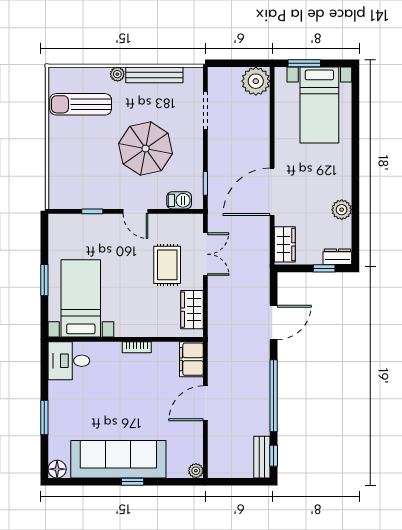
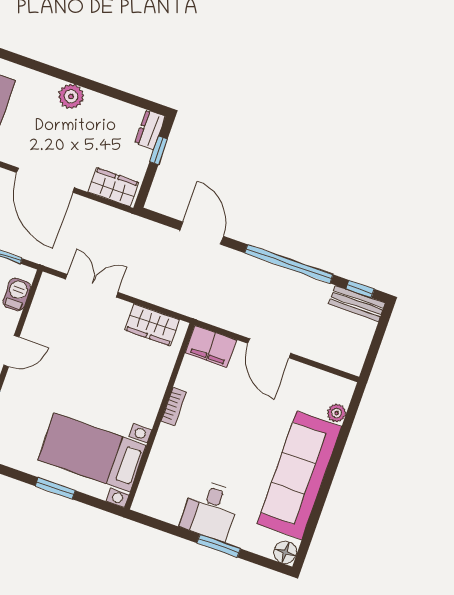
plant: (342, 210) -> (71, 96), moved
rug: (167, 265) -> (88, 336), removed
desk: (69, 361) -> (210, 510), moved
plant: (196, 471) -> (337, 413), moved
window: (133, 482) -> (332, 468), removed

